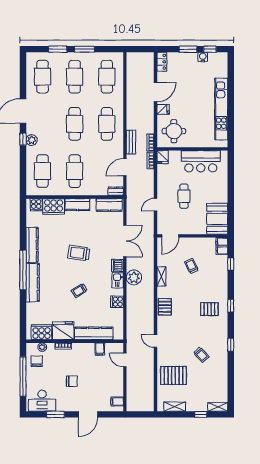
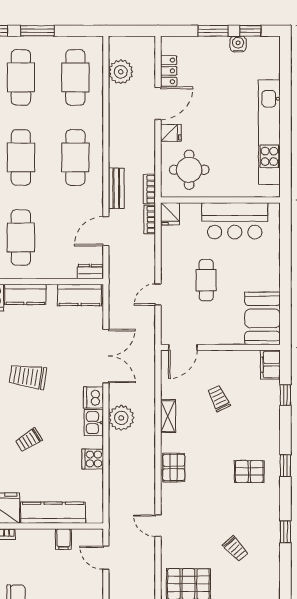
locker: (162, 62) -> (169, 71), moved
plant: (134, 73) -> (121, 72), added

